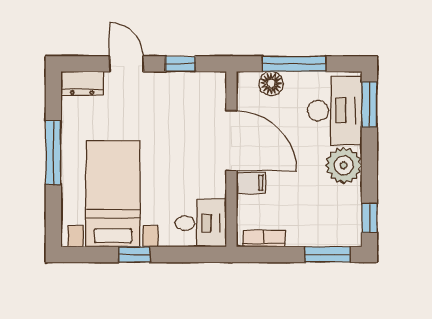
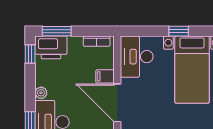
plant: (344, 165) -> (41, 93), width x0.53, depth x0.53
desk: (201, 223) -> (137, 57), width x1.37
printer: (336, 229) -> (51, 47), added

